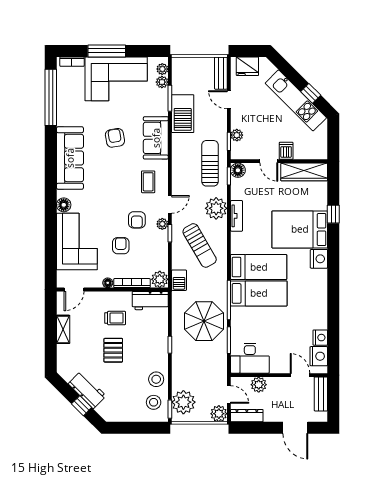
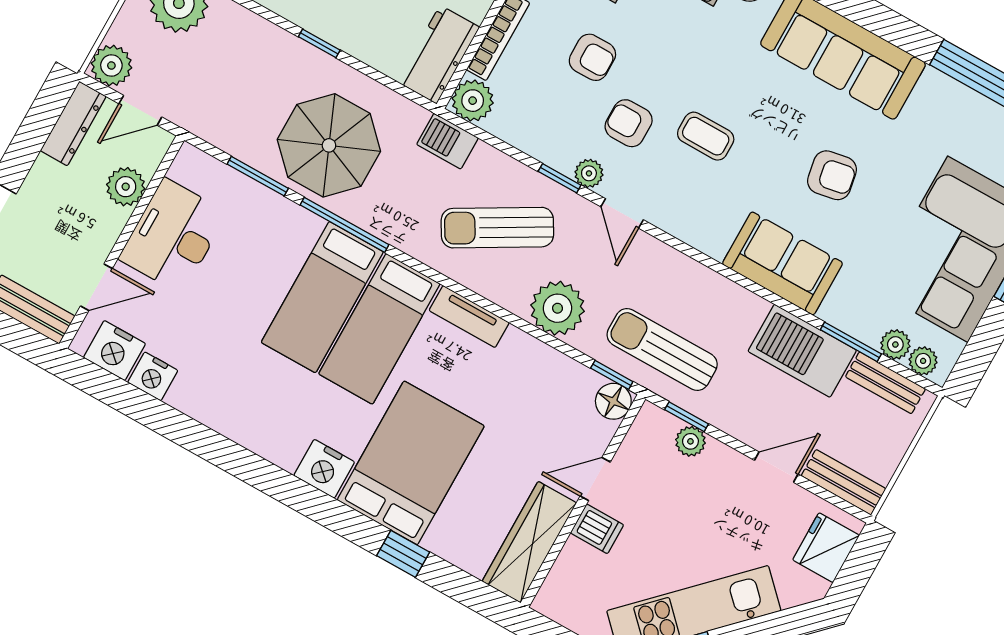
bench: (178, 78) -> (885, 383), added
sun lounger: (210, 163) -> (662, 350), turned 180
coffee table: (148, 182) -> (706, 136), moved
tv unit: (237, 216) -> (469, 317), moved
desk: (250, 358) -> (173, 236), moved

